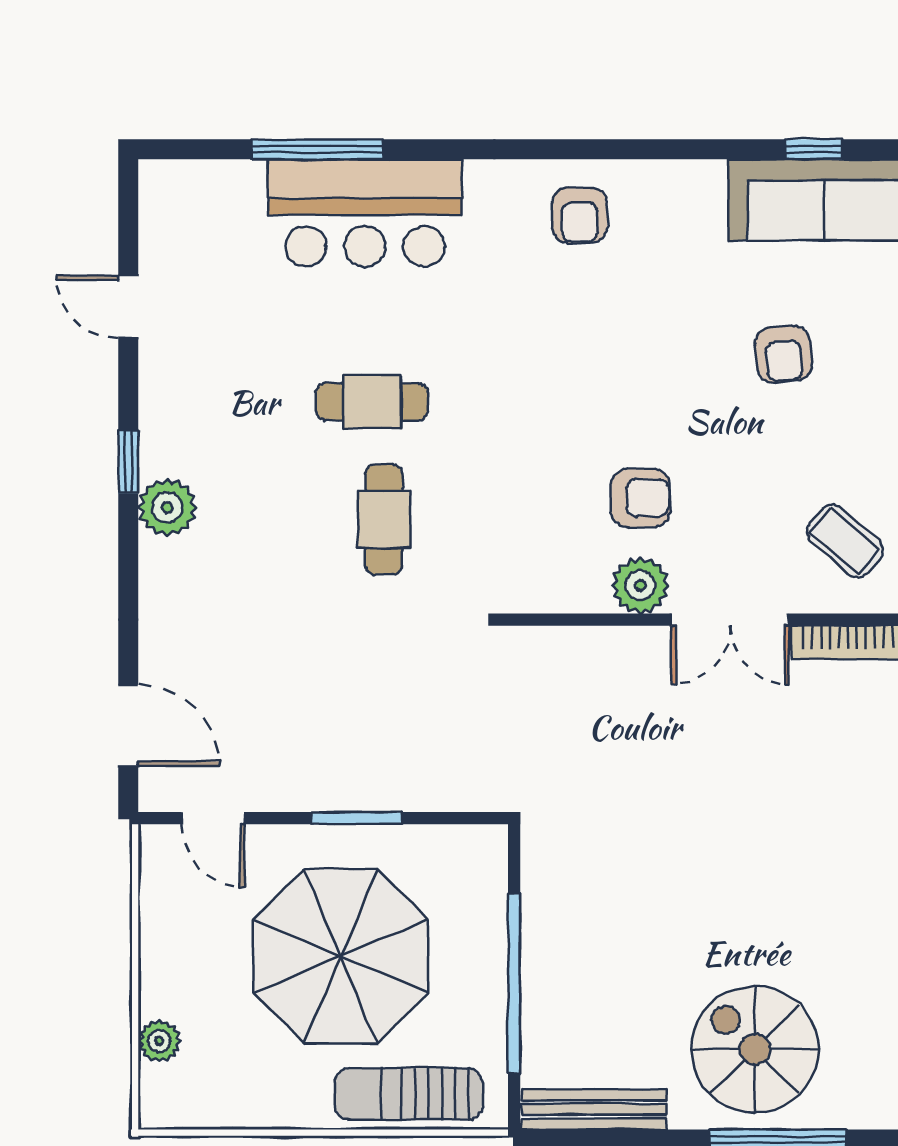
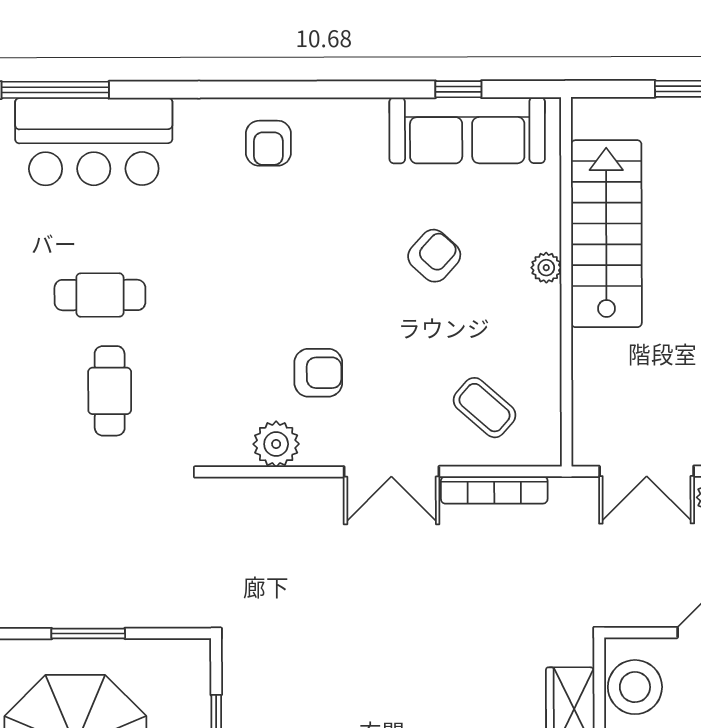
armchair: (783, 354) -> (434, 256), turned -133
plant: (640, 585) -> (276, 444), moved

